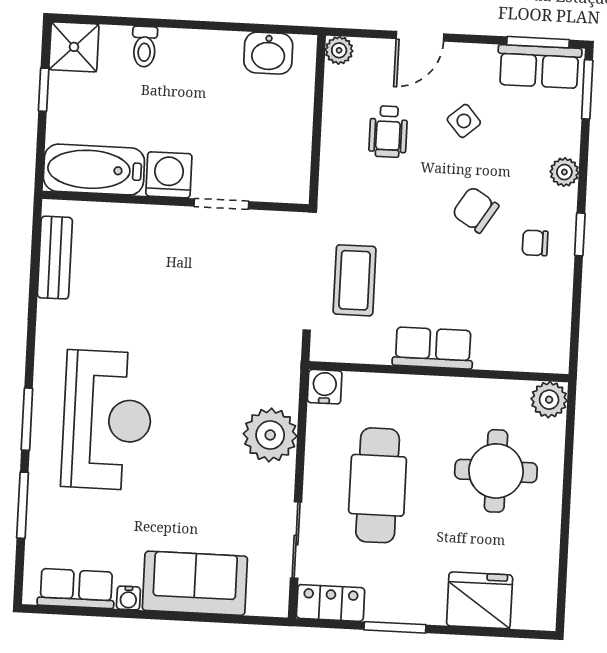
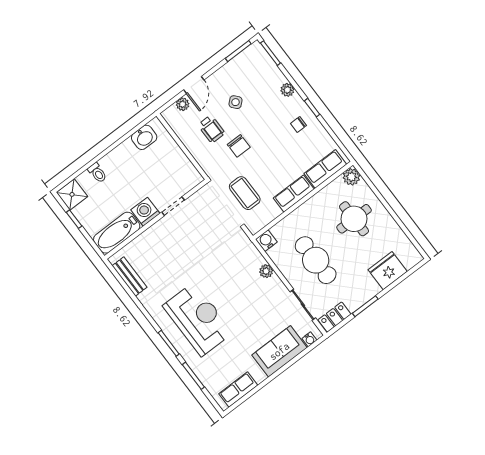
plant: (339, 50) -> (183, 104), moved
row of seats: (539, 67) -> (325, 169), moved, turned 180
chair: (475, 210) -> (239, 146), moved, turned -122
plant: (270, 435) -> (266, 271), width x0.53, depth x0.53
water cooler: (128, 598) -> (309, 339), moved

